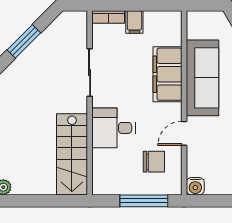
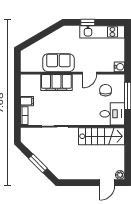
sofa: (203, 78) -> (58, 63), width x0.73
desk: (113, 128) -> (112, 114), moved, turned -90
door: (184, 133) -> (90, 73), hinge flipped

